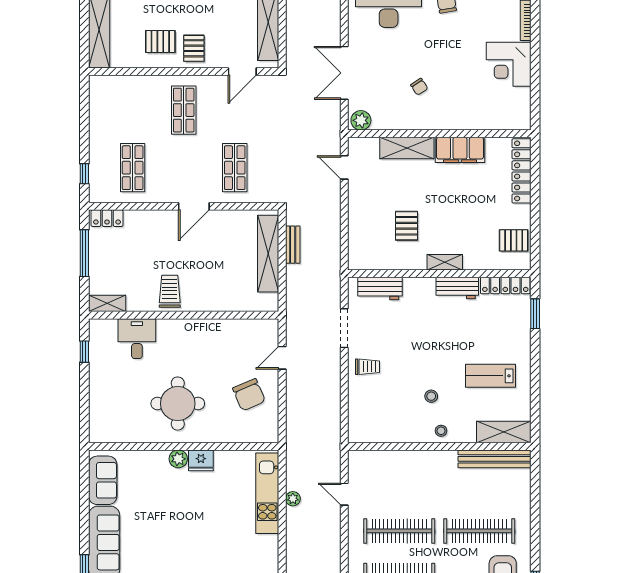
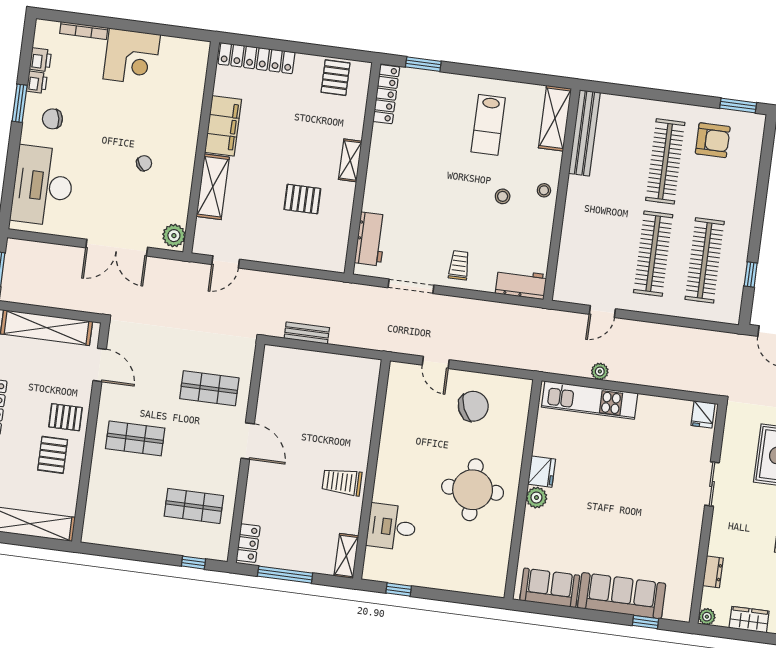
shelving: (268, 254) -> (313, 363), removed
workbench: (457, 288) -> (521, 284), moved, turned -90

